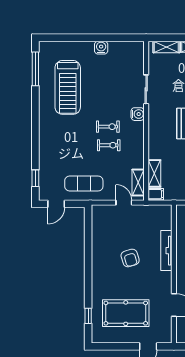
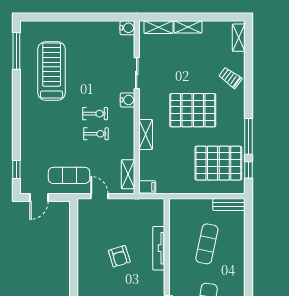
water cooler: (101, 48) -> (127, 28), moved, turned 90
treadmill: (68, 87) -> (52, 71), turned 180
shelving: (154, 173) -> (146, 134), moved
door: (124, 203) -> (99, 196), moved

